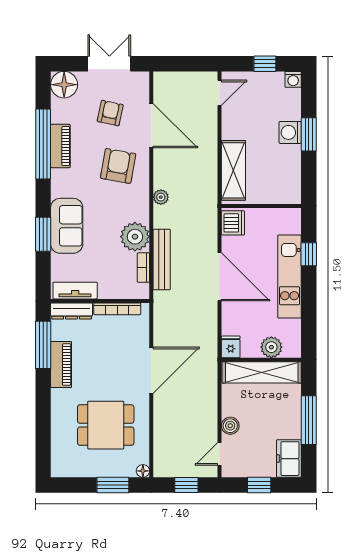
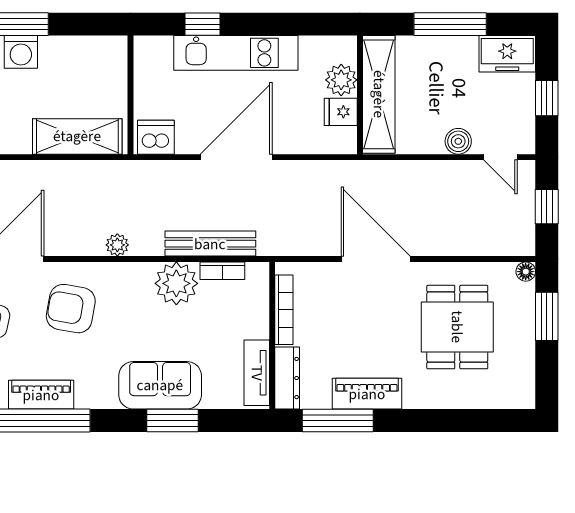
fridge: (231, 347) -> (341, 112), moved

